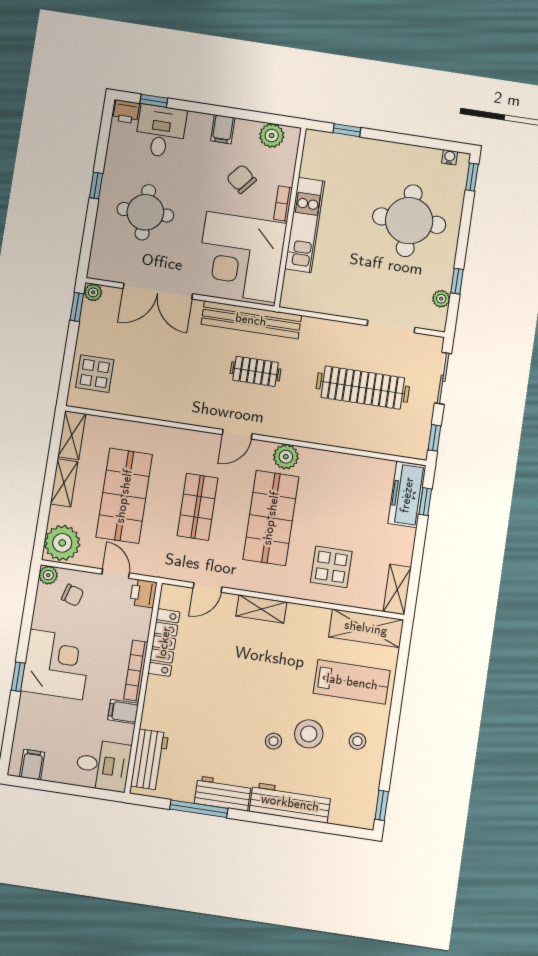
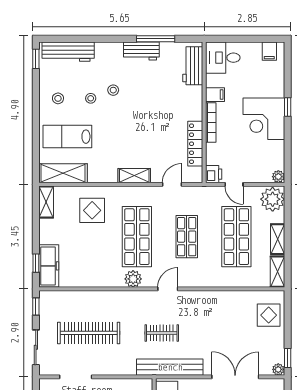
chair: (73, 595) -> (260, 166), removed
stool: (309, 734) -> (91, 98), width x0.53, depth x0.53
workbench: (290, 803) -> (68, 52), moved

